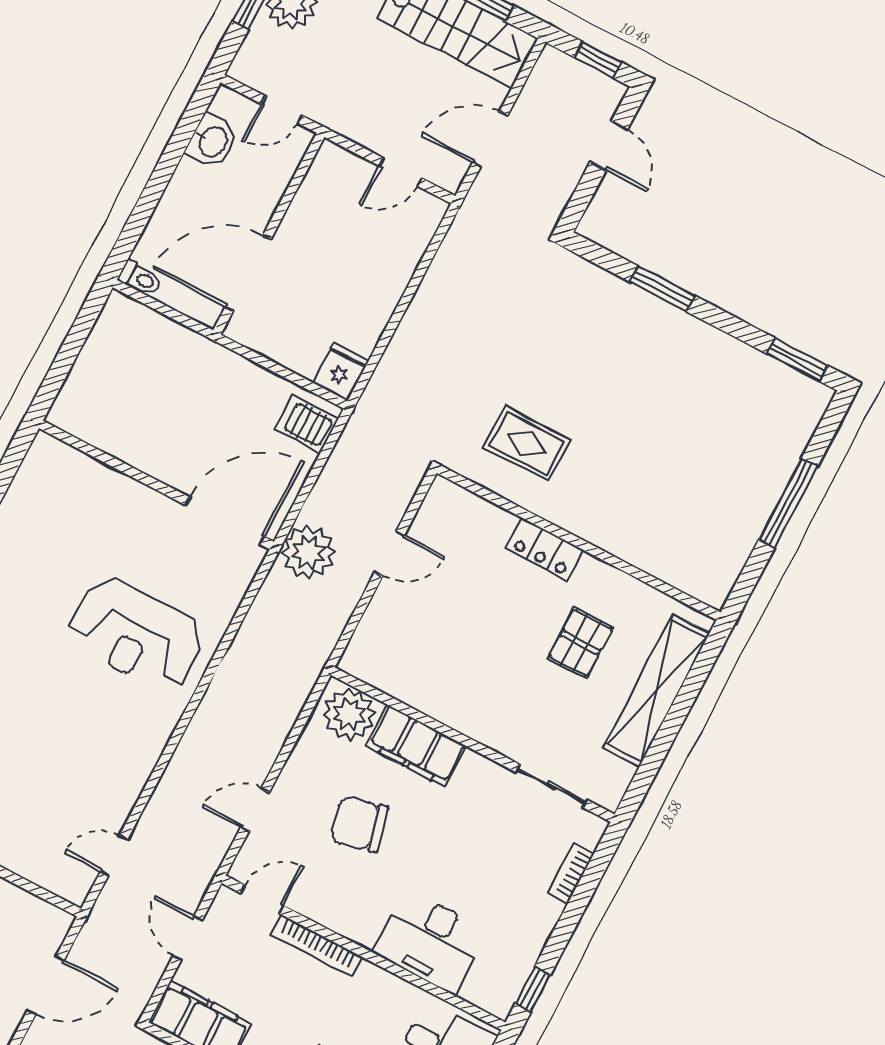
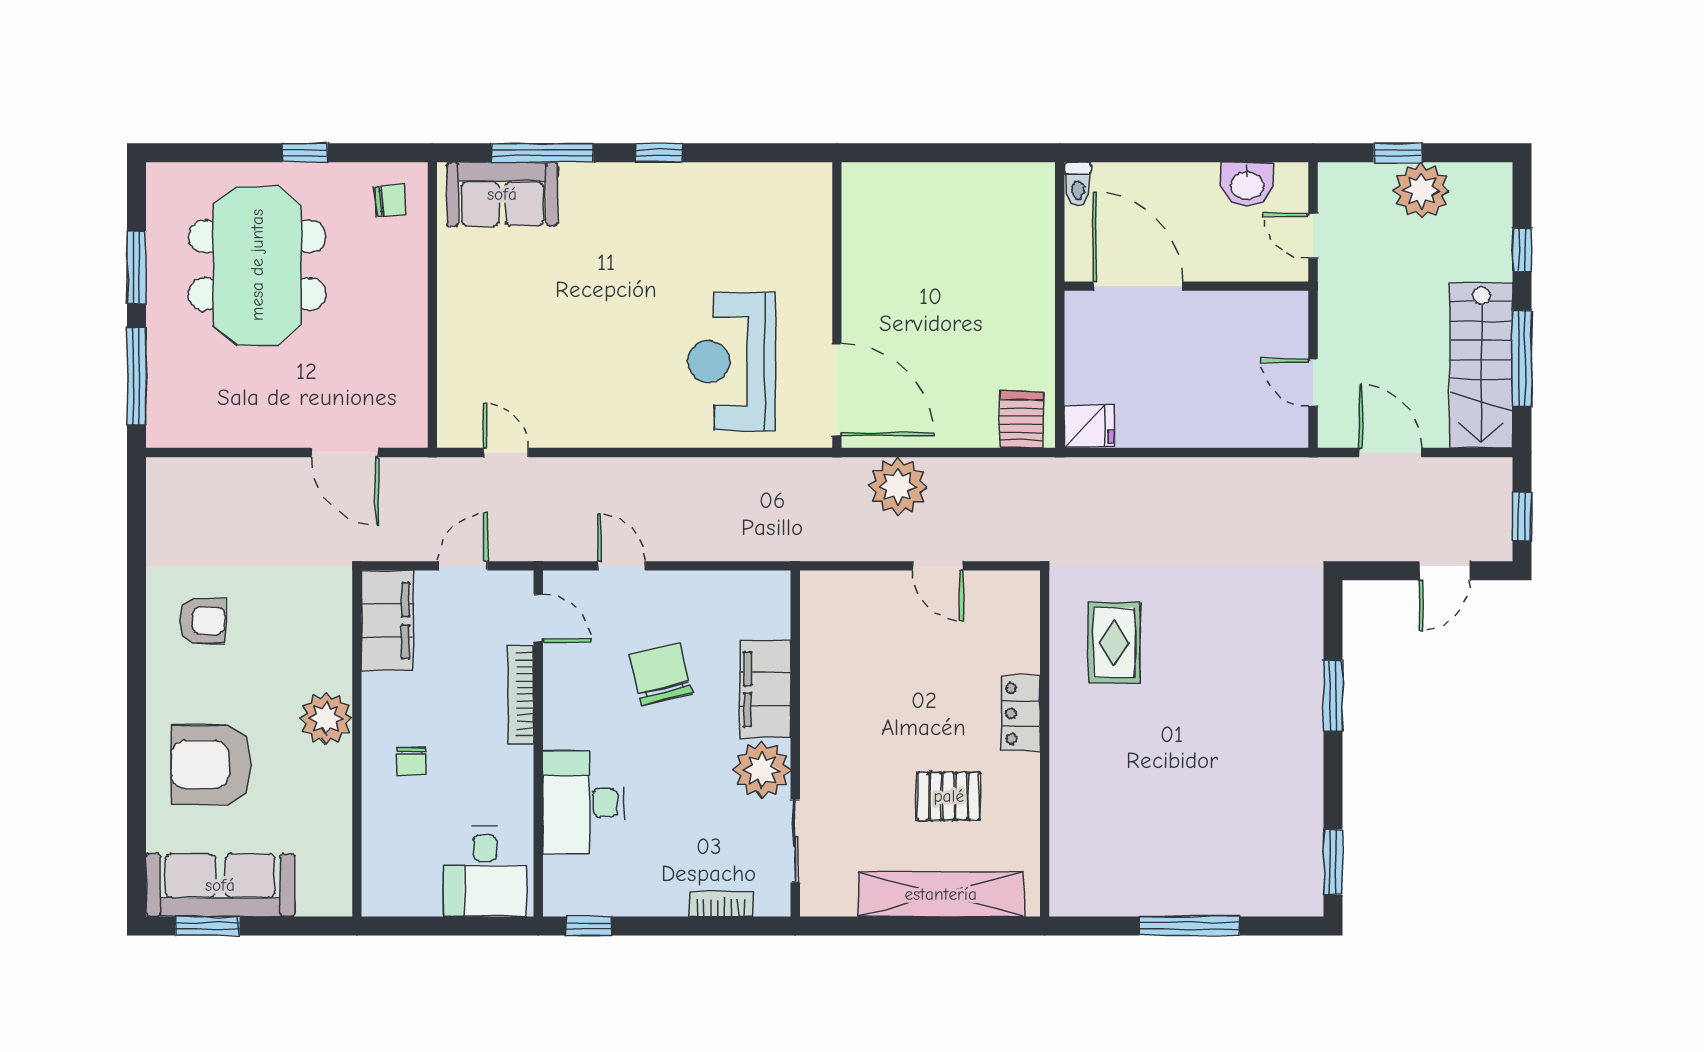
wall: (156, 485) -> (837, 305), moved
door: (225, 521) -> (837, 390), moved
plant: (349, 714) -> (762, 770), moved

